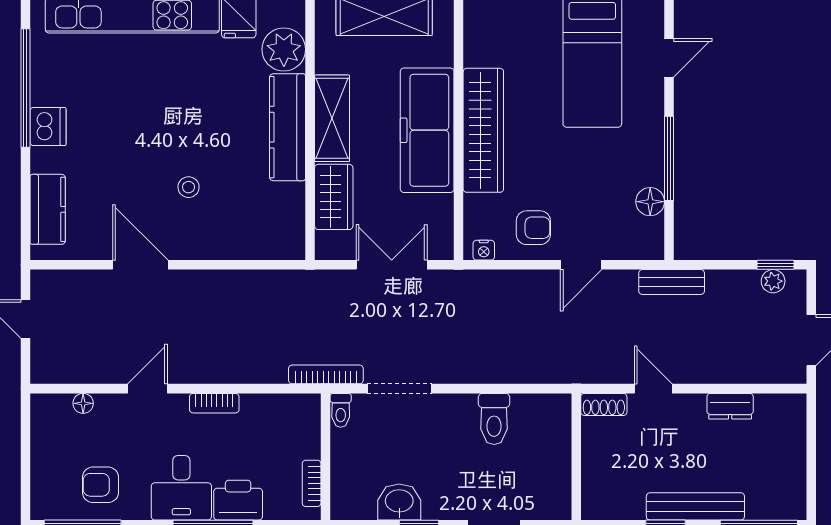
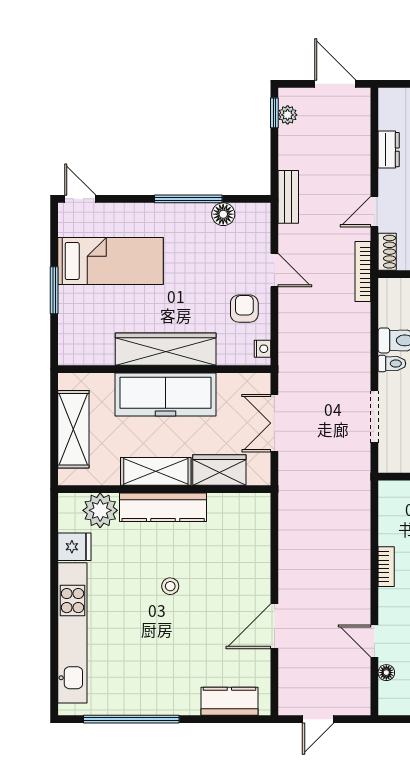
door: (669, 58) -> (80, 199), moved
dishwasher: (48, 127) -> (163, 701), removed
stool: (189, 187) -> (170, 586), moved
bookcase: (326, 374) -> (363, 271), moved
door: (148, 389) -> (374, 641), moved
toilet: (341, 410) -> (392, 364), moved

